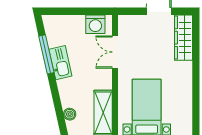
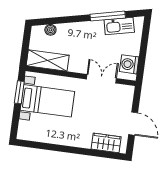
wardrobe: (183, 38) -> (106, 143), width x0.67
kitchen sink: (60, 63) -> (119, 26), moved

